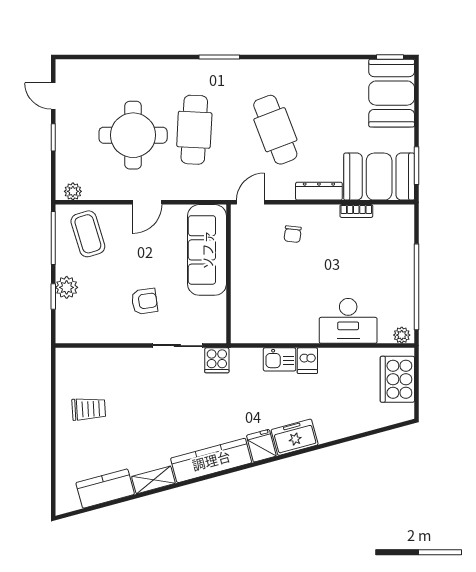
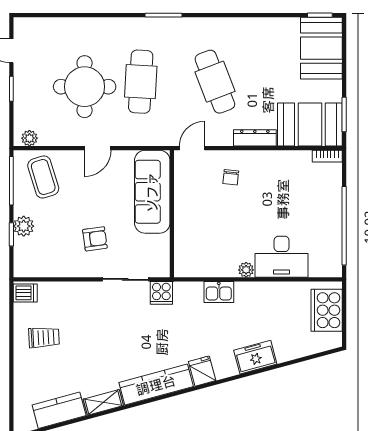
bookcase: (356, 211) -> (327, 156), moved
plant: (402, 335) -> (246, 270), moved
dishwasher: (307, 361) -> (25, 293), moved, turned -90
freezer: (295, 437) -> (255, 357), moved

